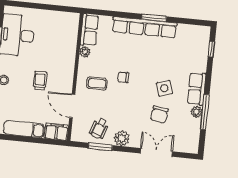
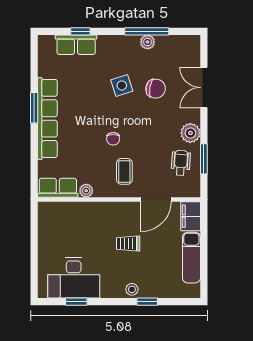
window: (211, 49) -> (80, 31), moved
row of seats: (197, 89) -> (76, 45), moved
wheelchair: (99, 128) -> (181, 163), turned -104

